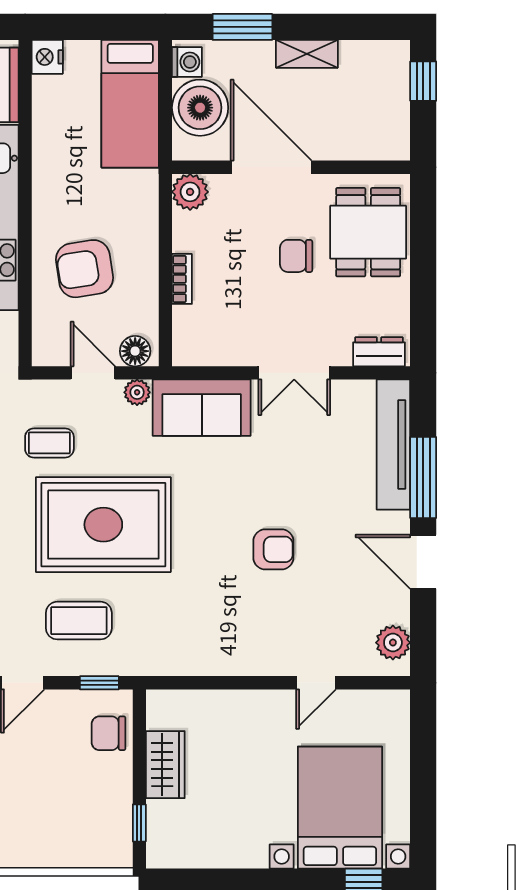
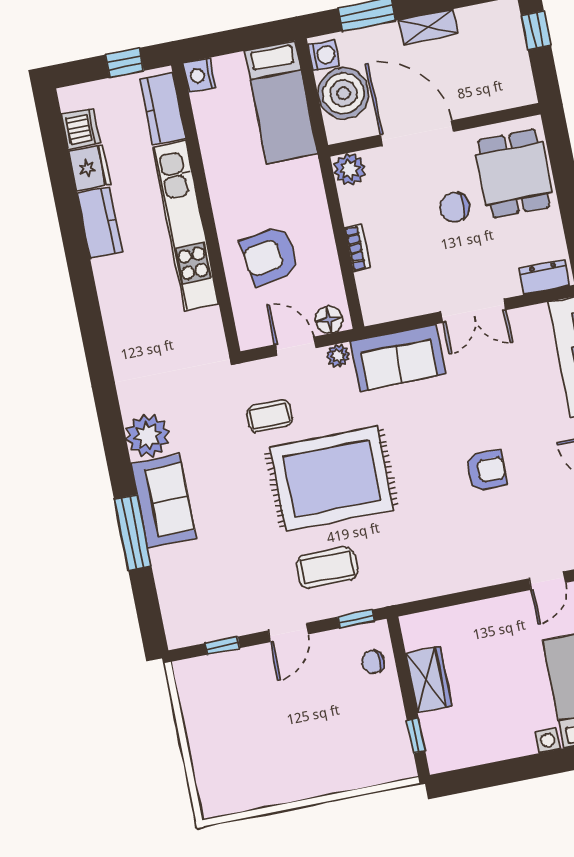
chair: (108, 733) -> (373, 662), width x0.73, depth x0.73

